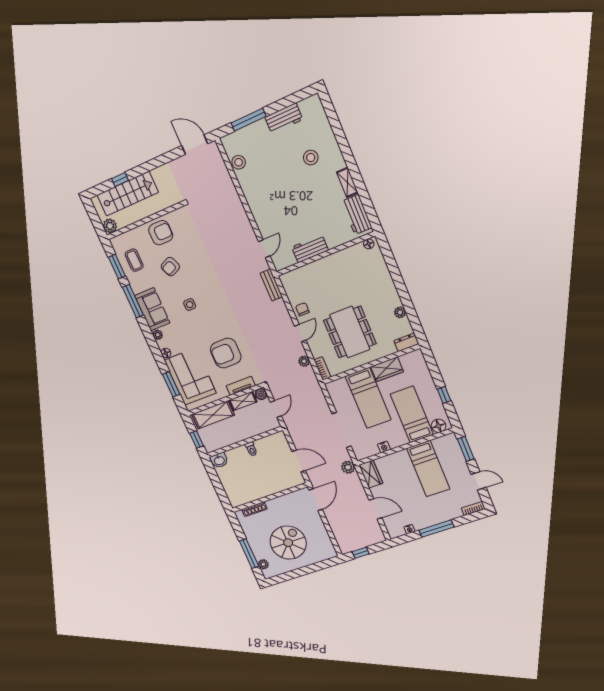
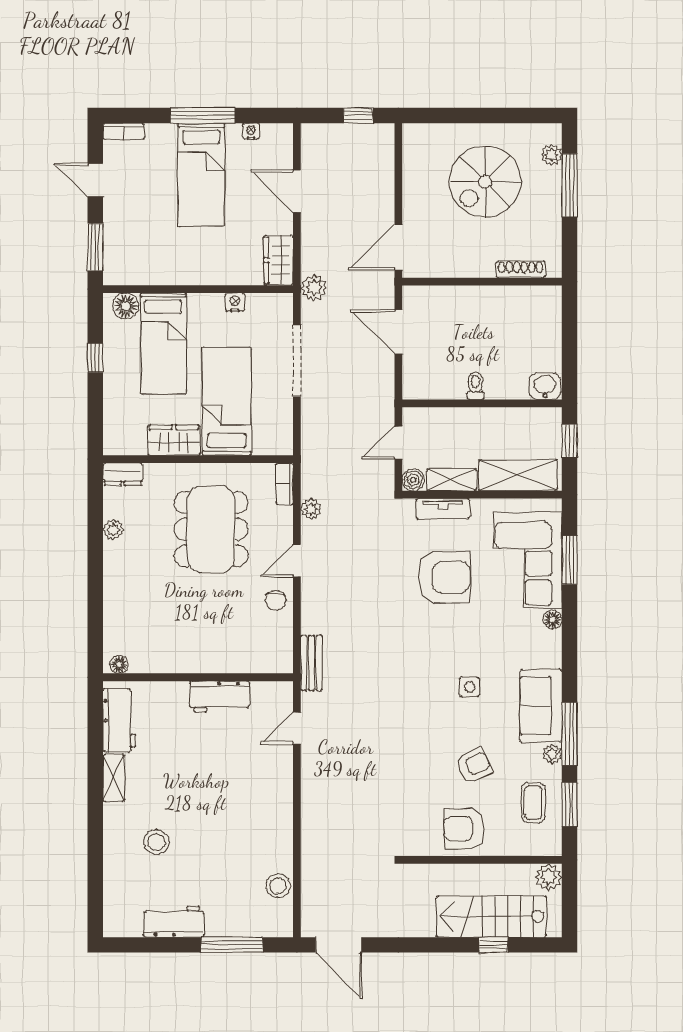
plant: (158, 335) -> (552, 754), moved
bed: (428, 469) -> (201, 175), moved, turned 180

